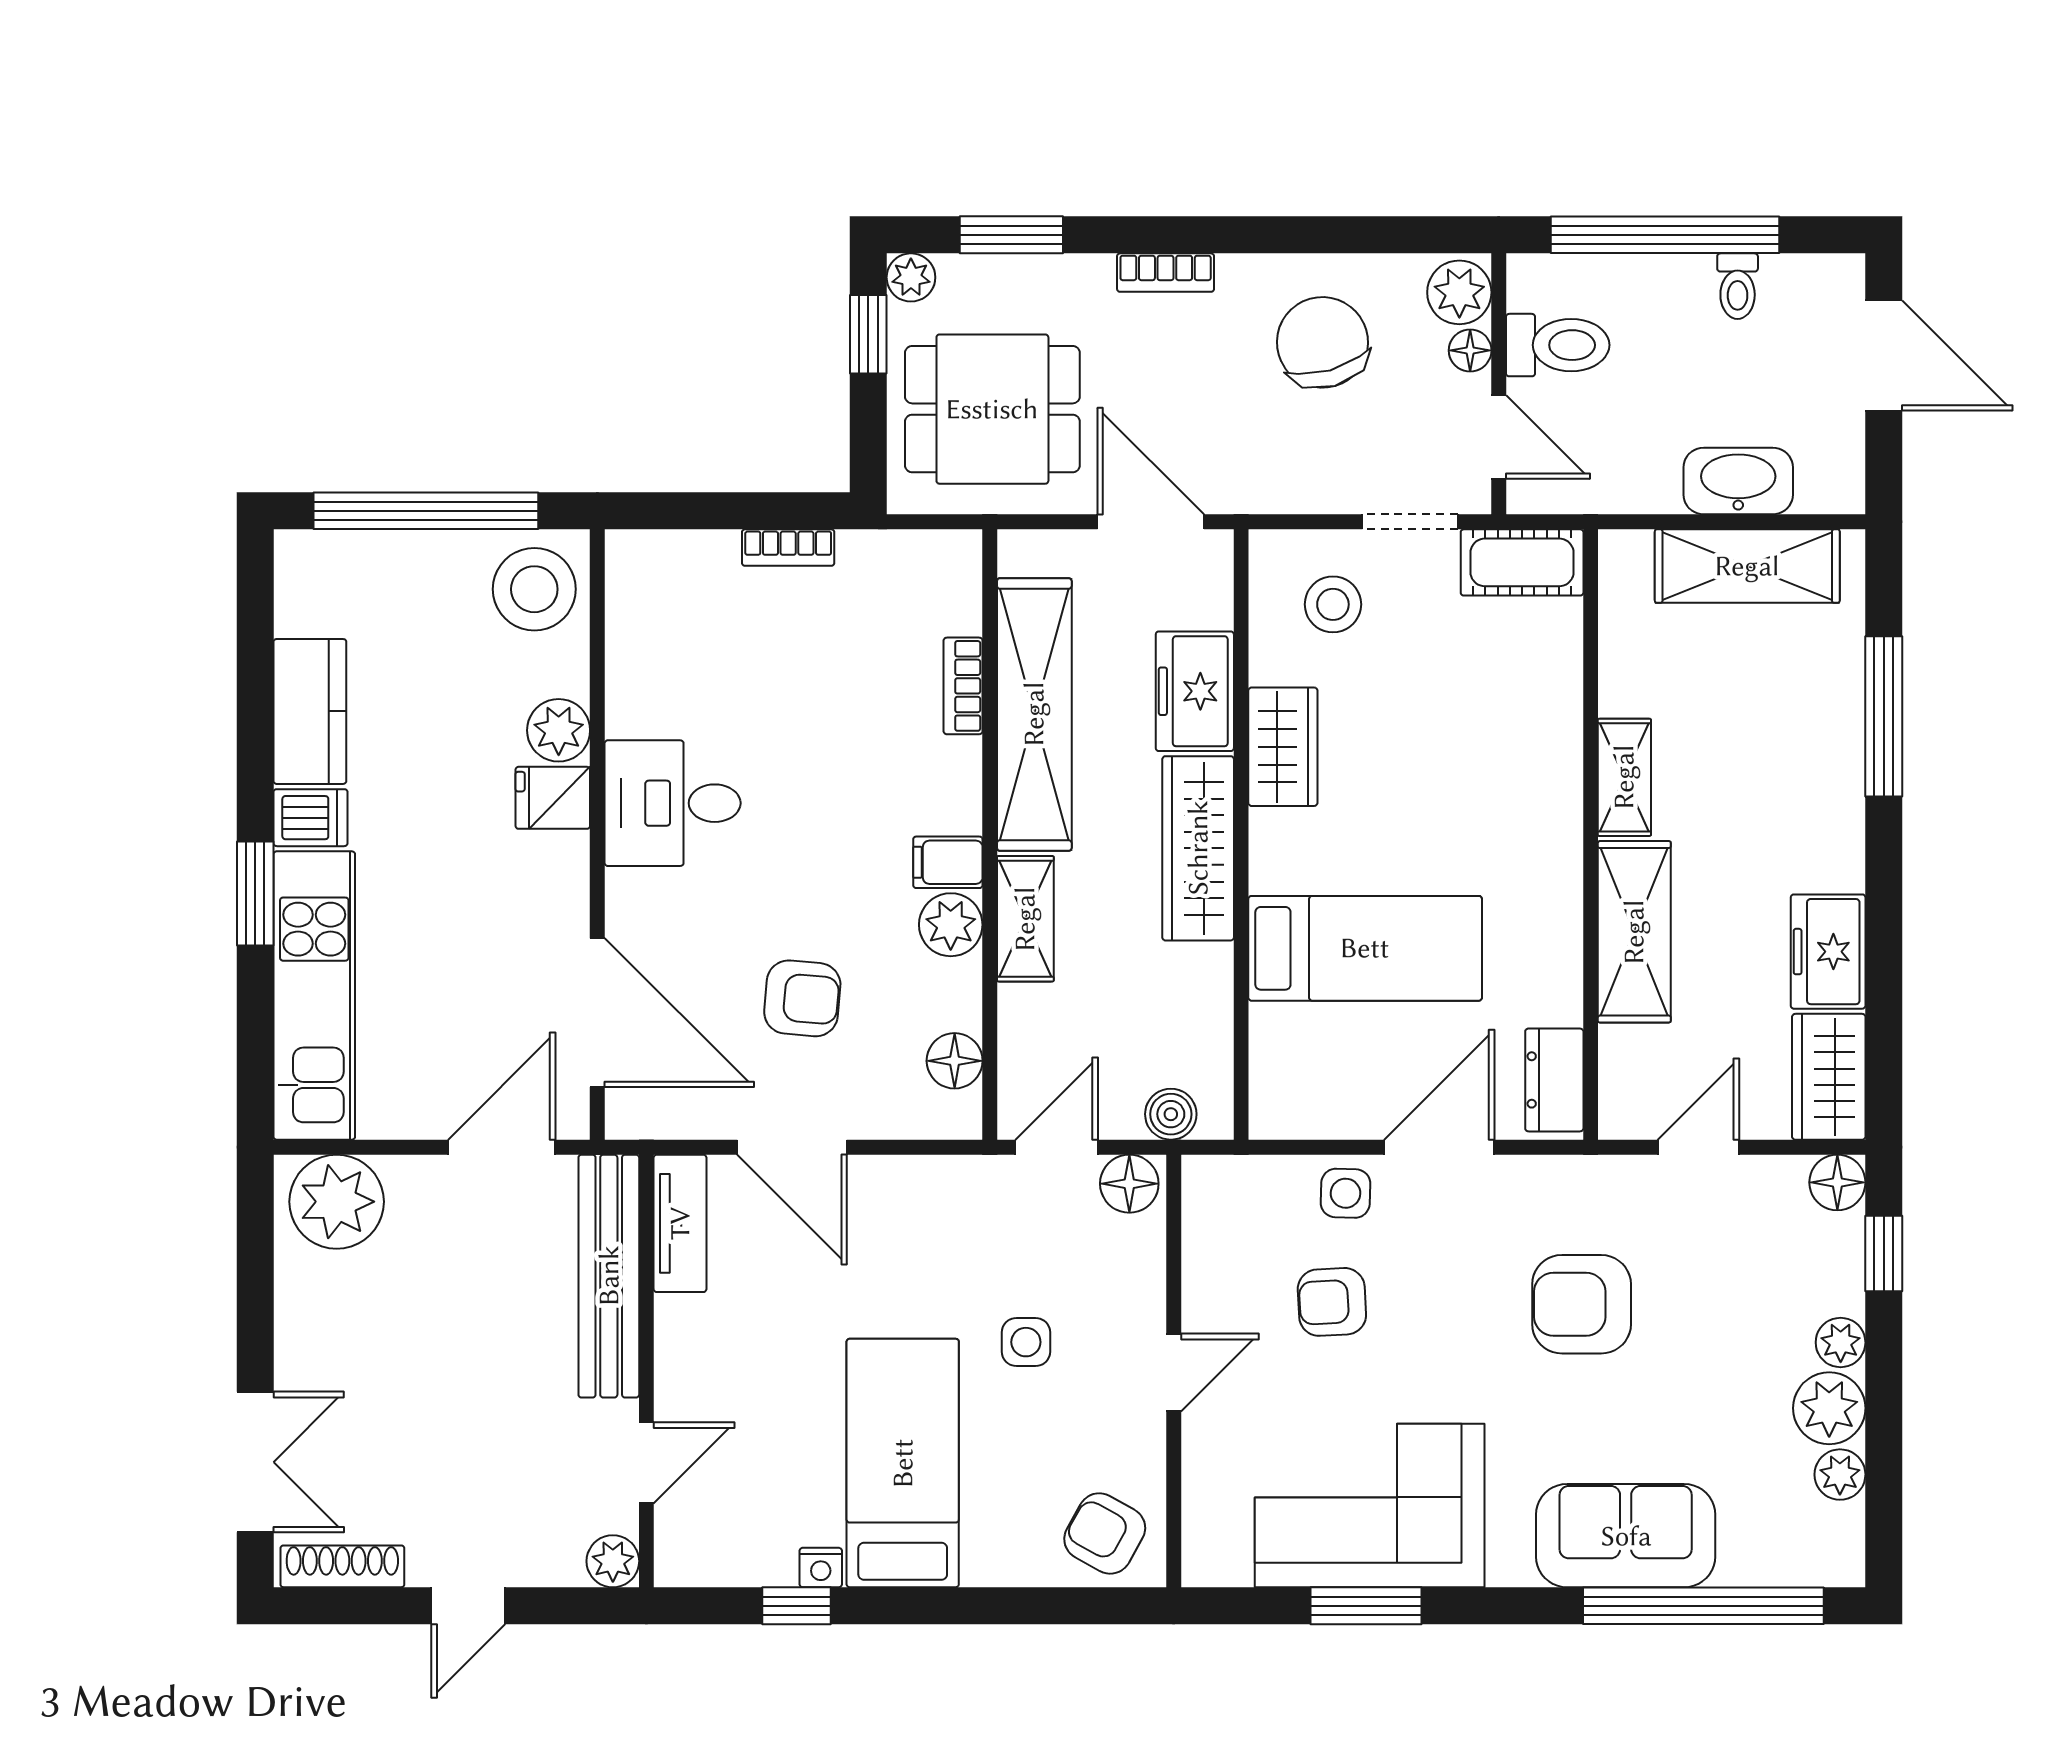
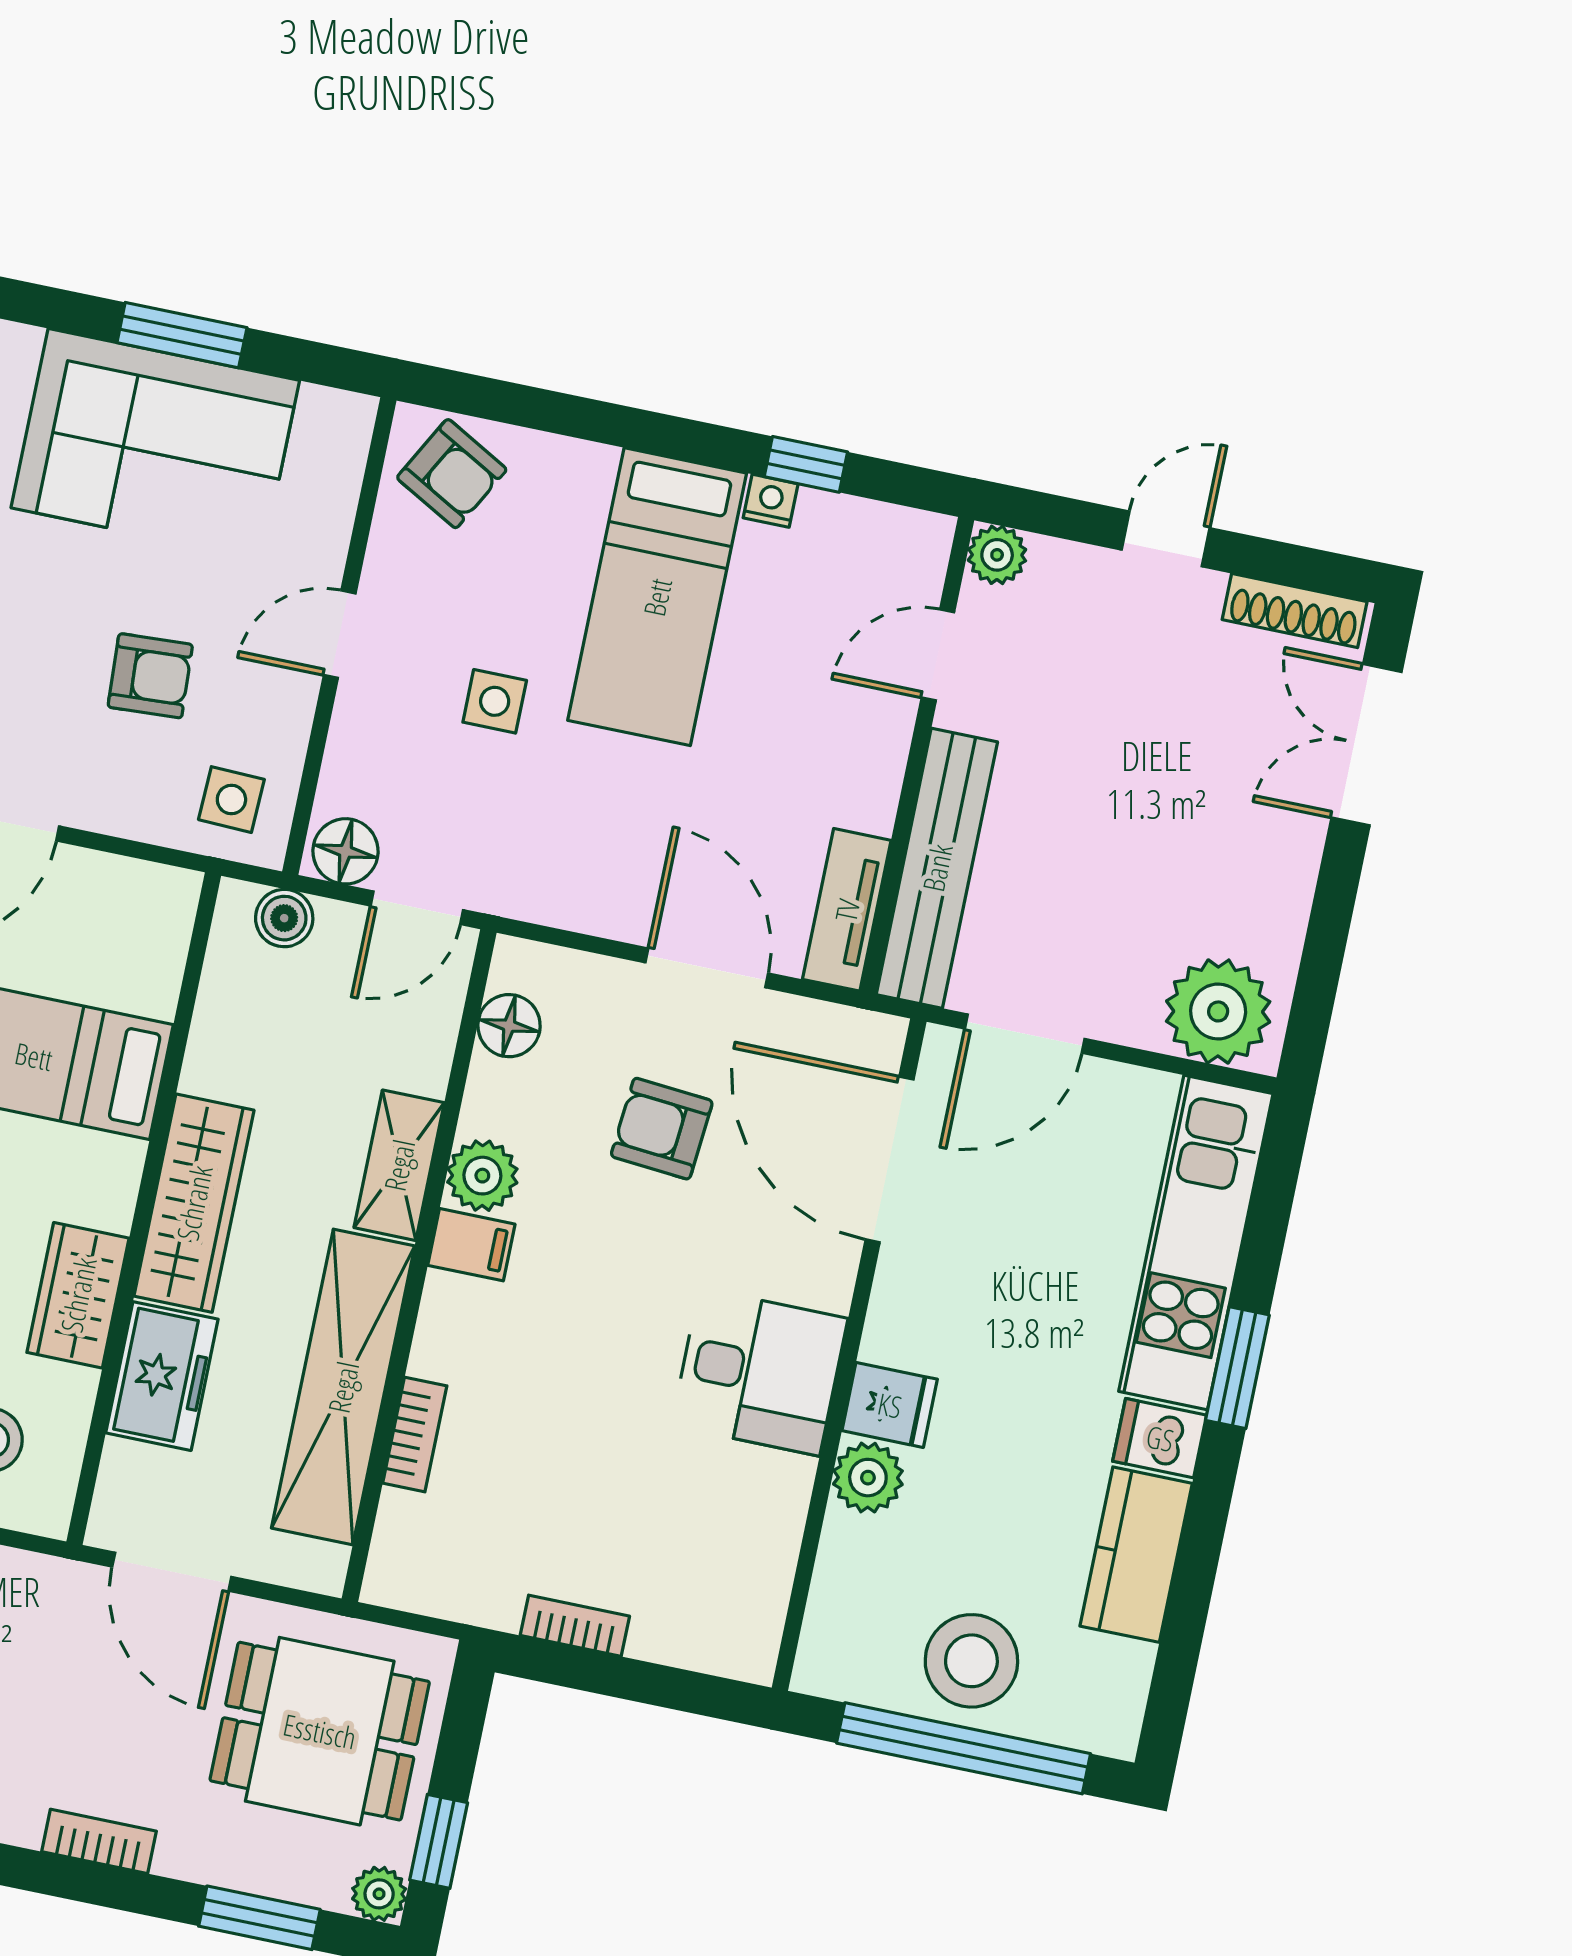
stool: (534, 589) -> (971, 1661), moved
side table: (1346, 1193) -> (231, 800), moved

